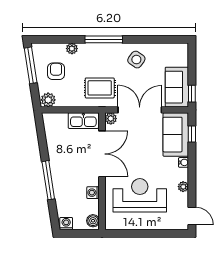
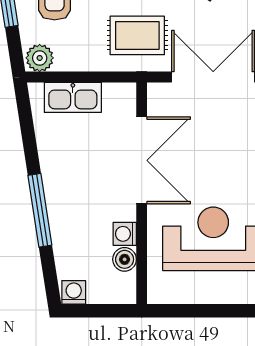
plant: (111, 119) -> (158, 93), removed
kitchen sink: (83, 121) -> (73, 97), moved
boiler: (93, 221) -> (125, 259), moved

